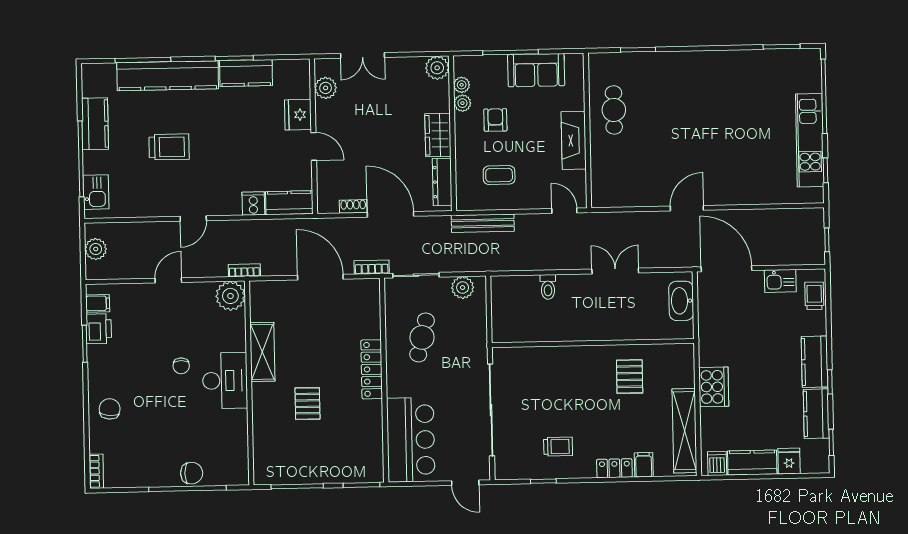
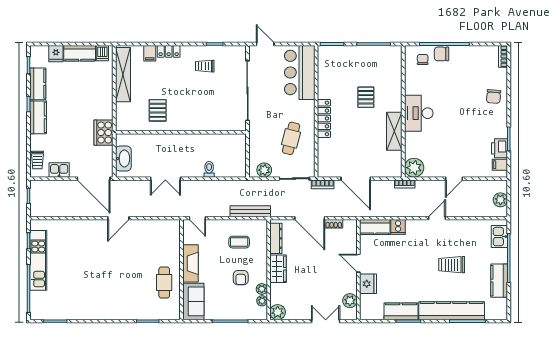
sofa: (536, 70) -> (193, 301), moved, turned 90
chair: (181, 366) -> (423, 59), moved
cooker: (714, 387) -> (103, 133), moved

